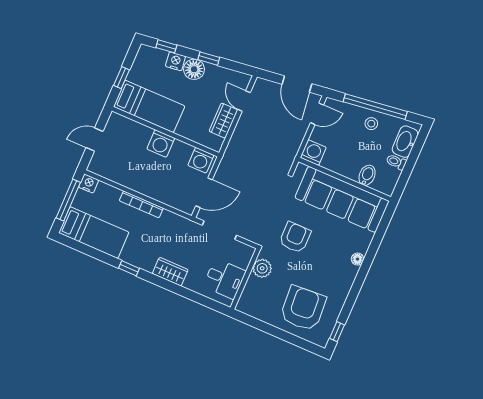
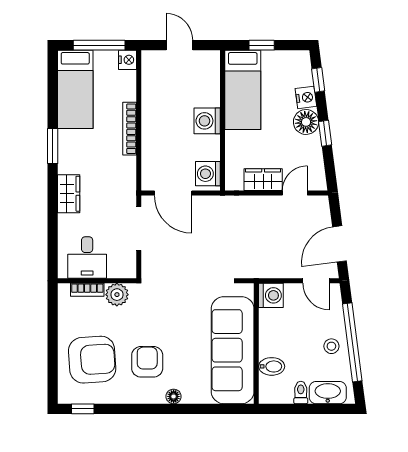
armchair: (295, 237) -> (147, 362), moved, turned -90
window: (129, 268) -> (53, 146), width x1.50
bookcase: (249, 289) -> (87, 290), added

